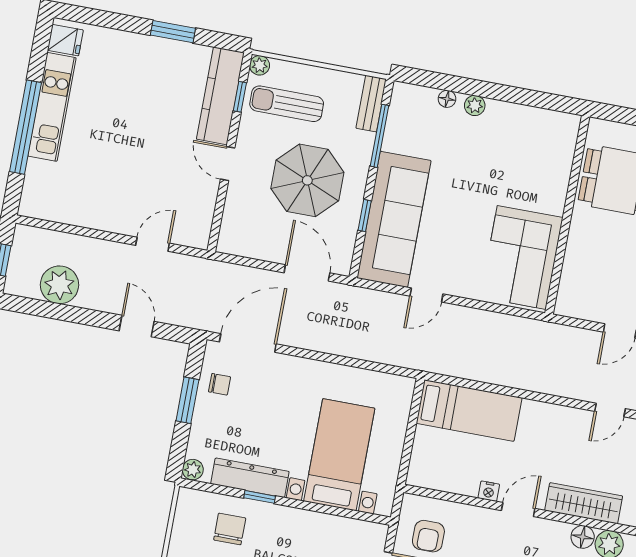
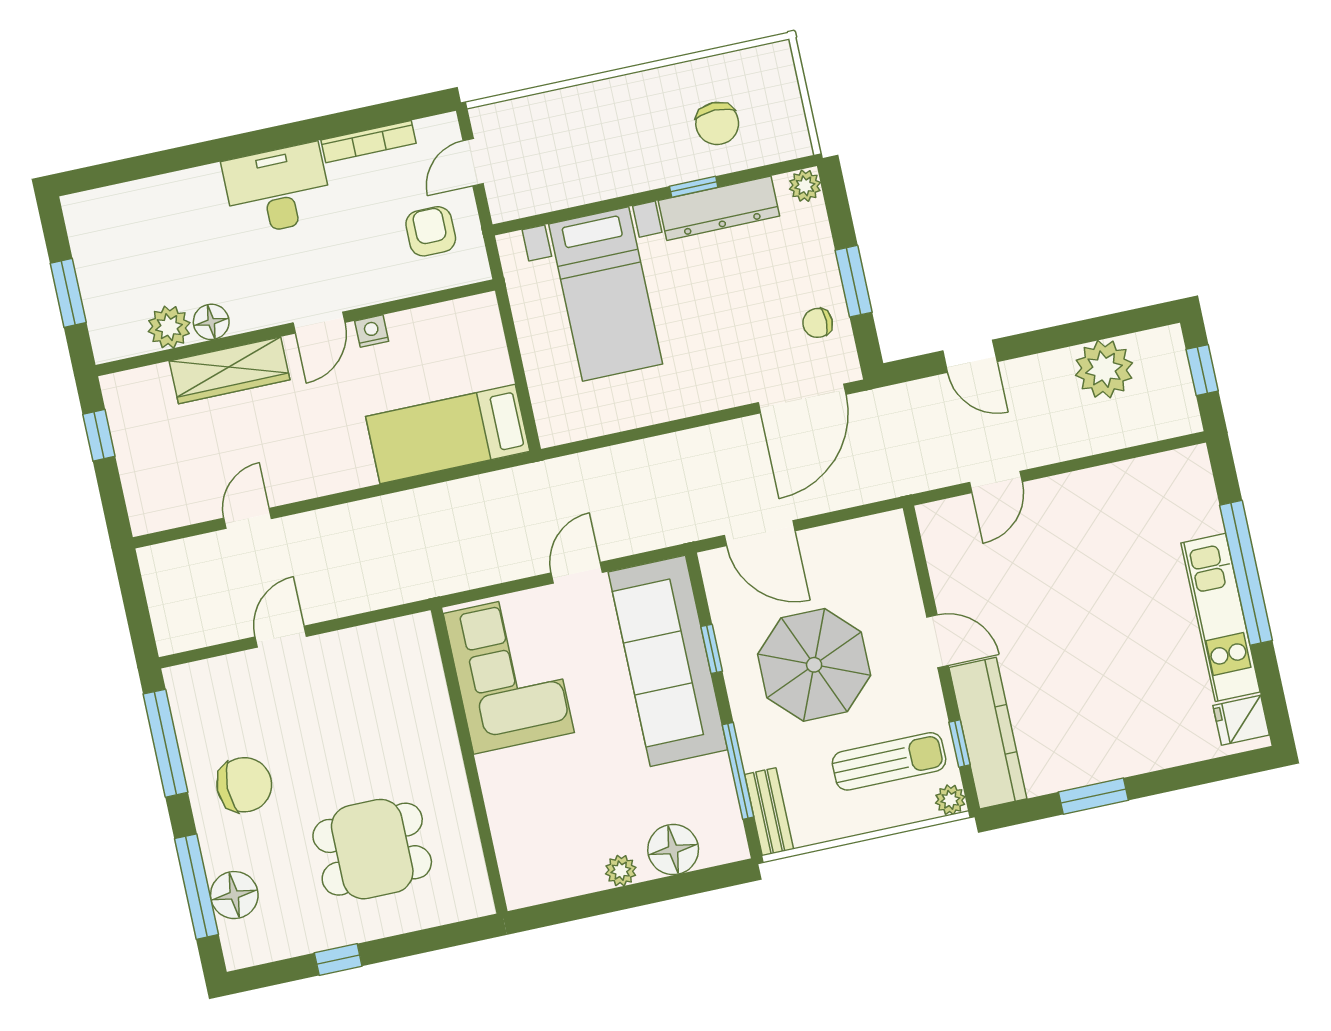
floor lamp: (447, 99) -> (673, 849), width x1.89, depth x1.89
wall: (567, 215) -> (469, 761), moved
corner sofa: (522, 257) -> (509, 673), moved

